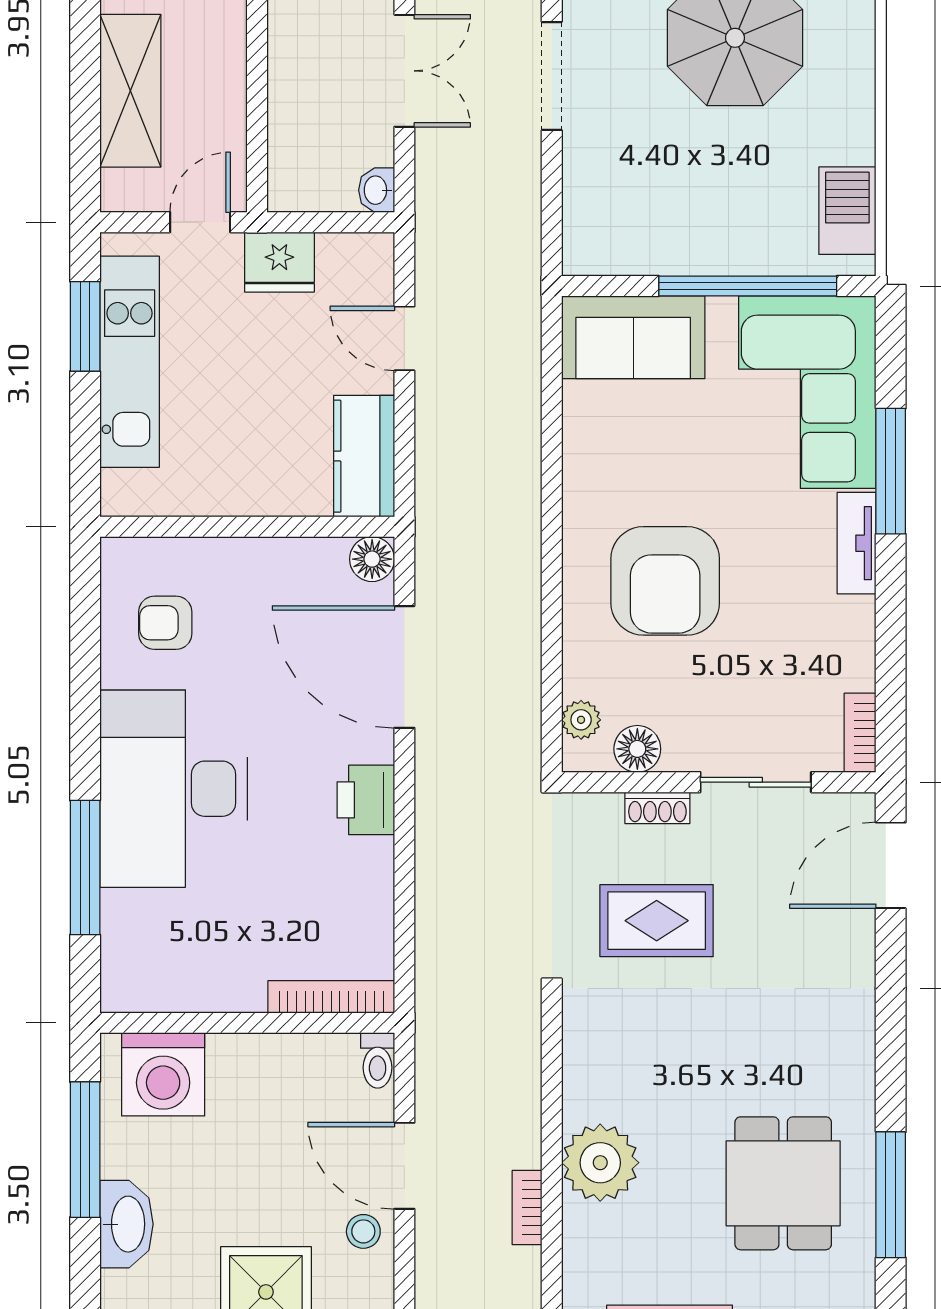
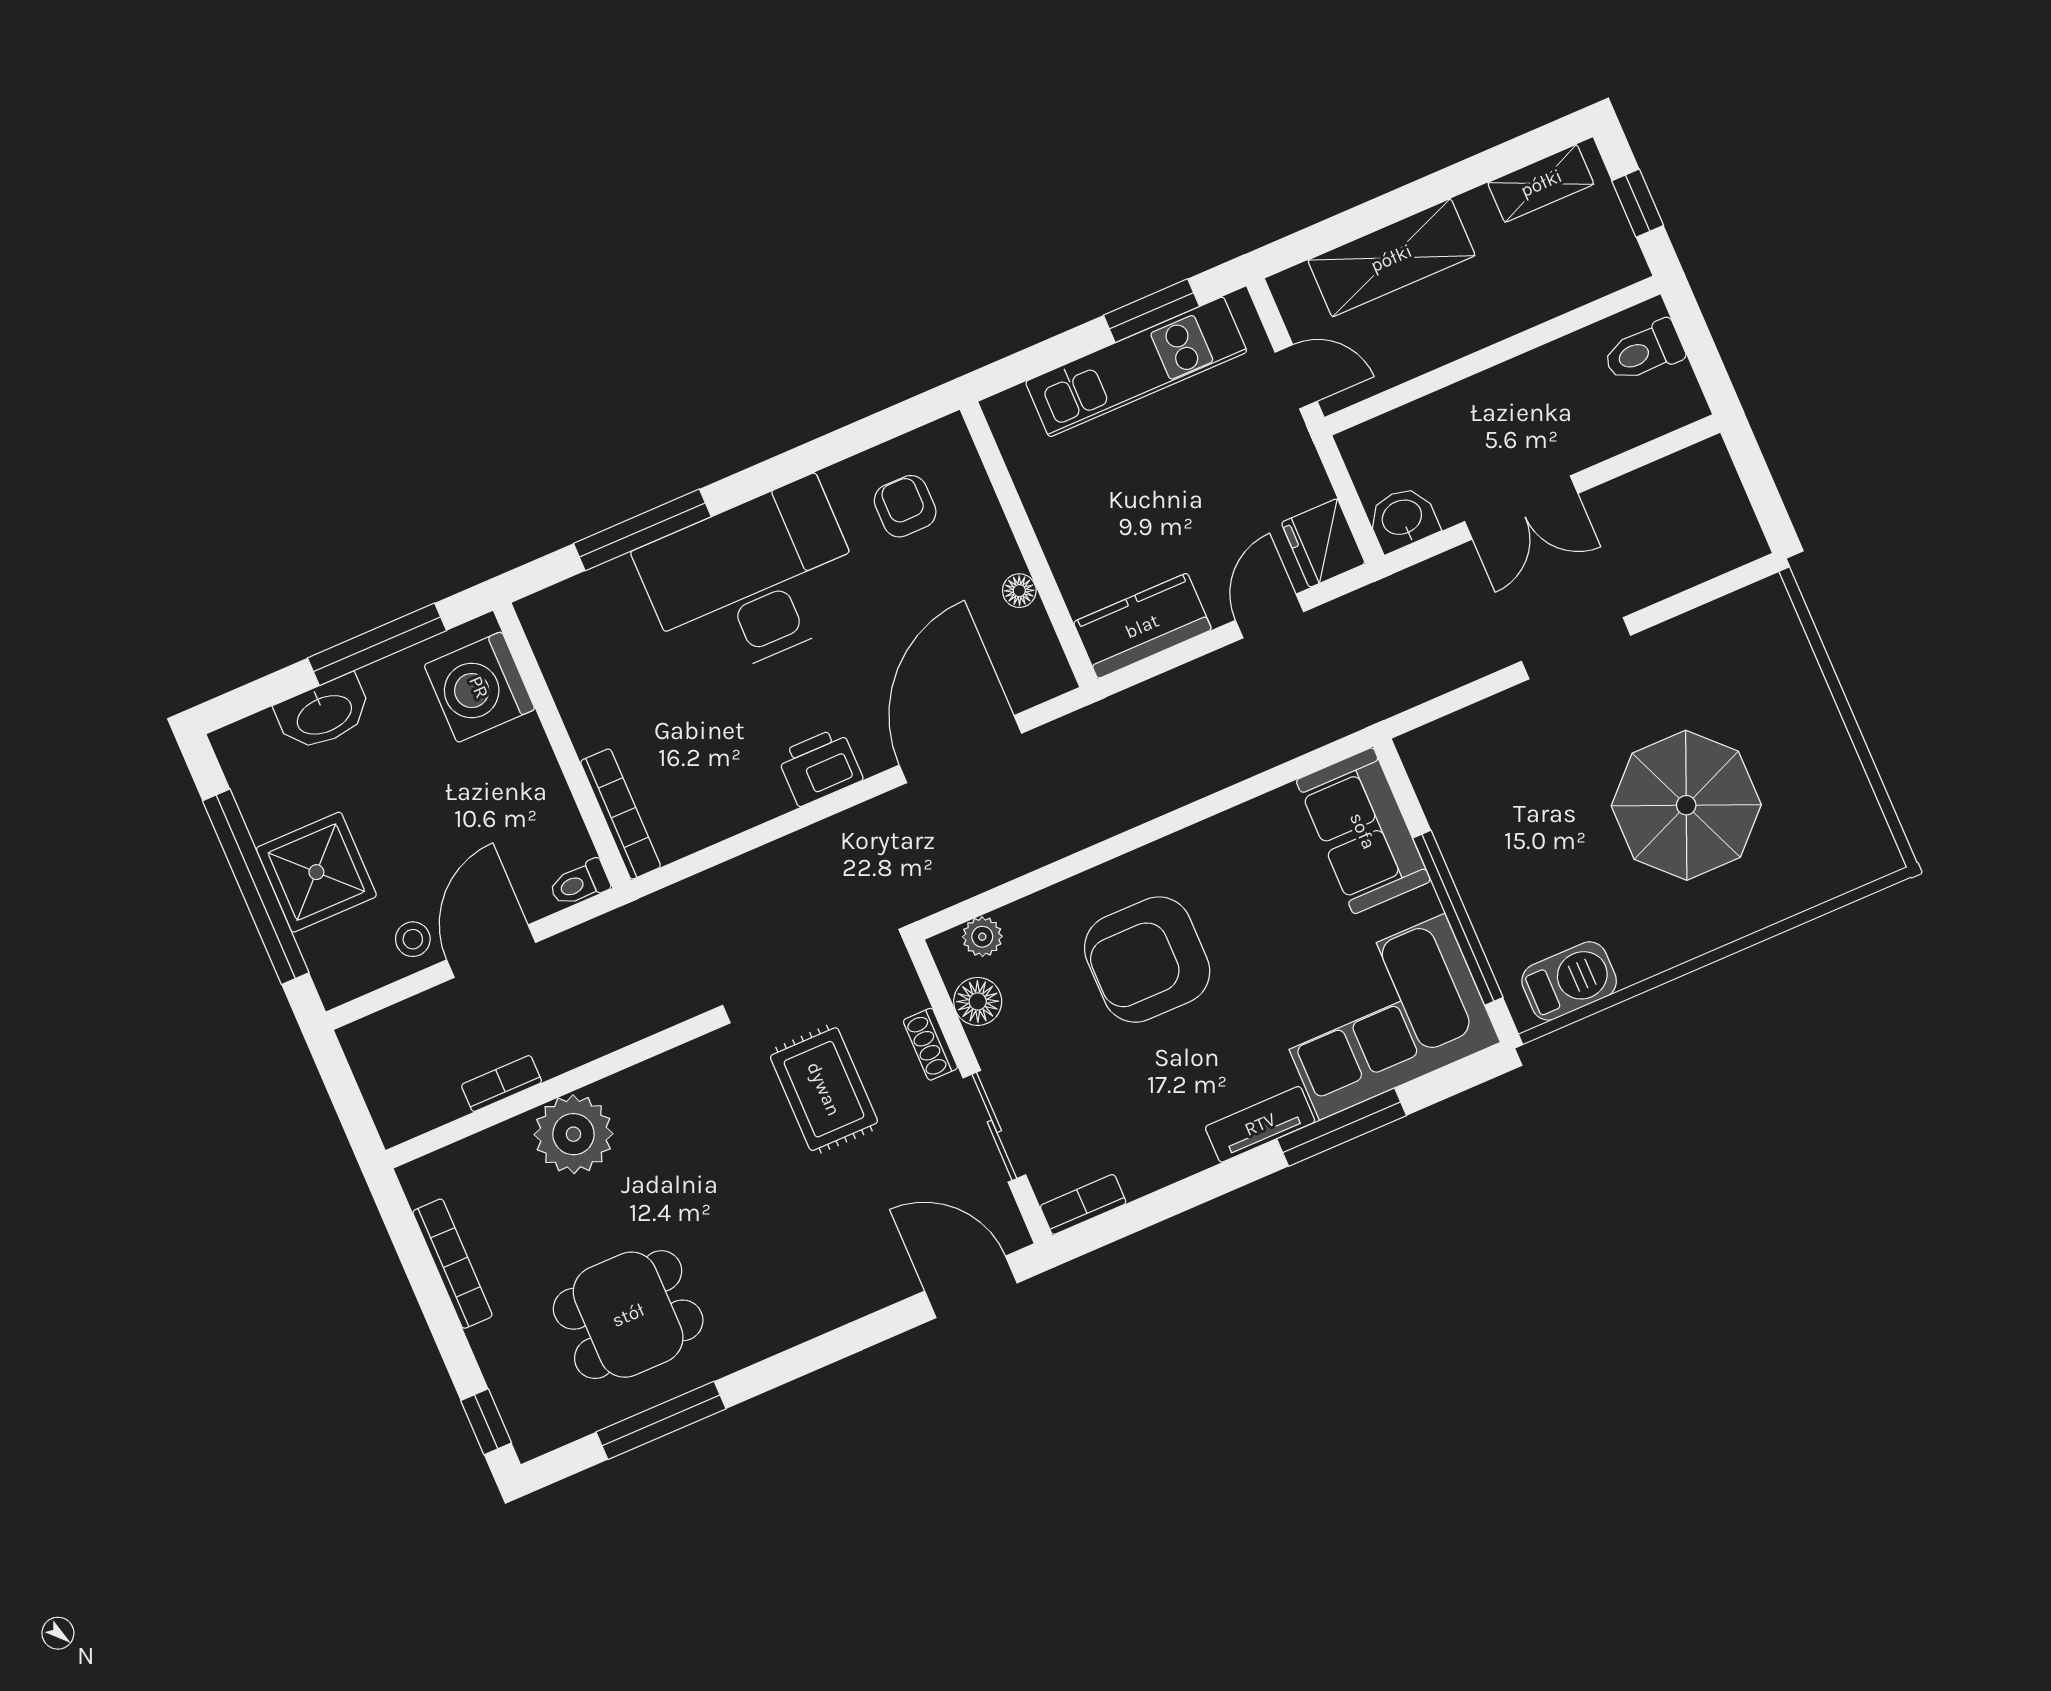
washbasin: (377, 190) -> (1402, 519), width x1.38, depth x1.45
fridge: (279, 262) -> (1323, 543), moved
floor lamp: (372, 559) -> (1019, 591), moved, width x0.73, depth x0.73

